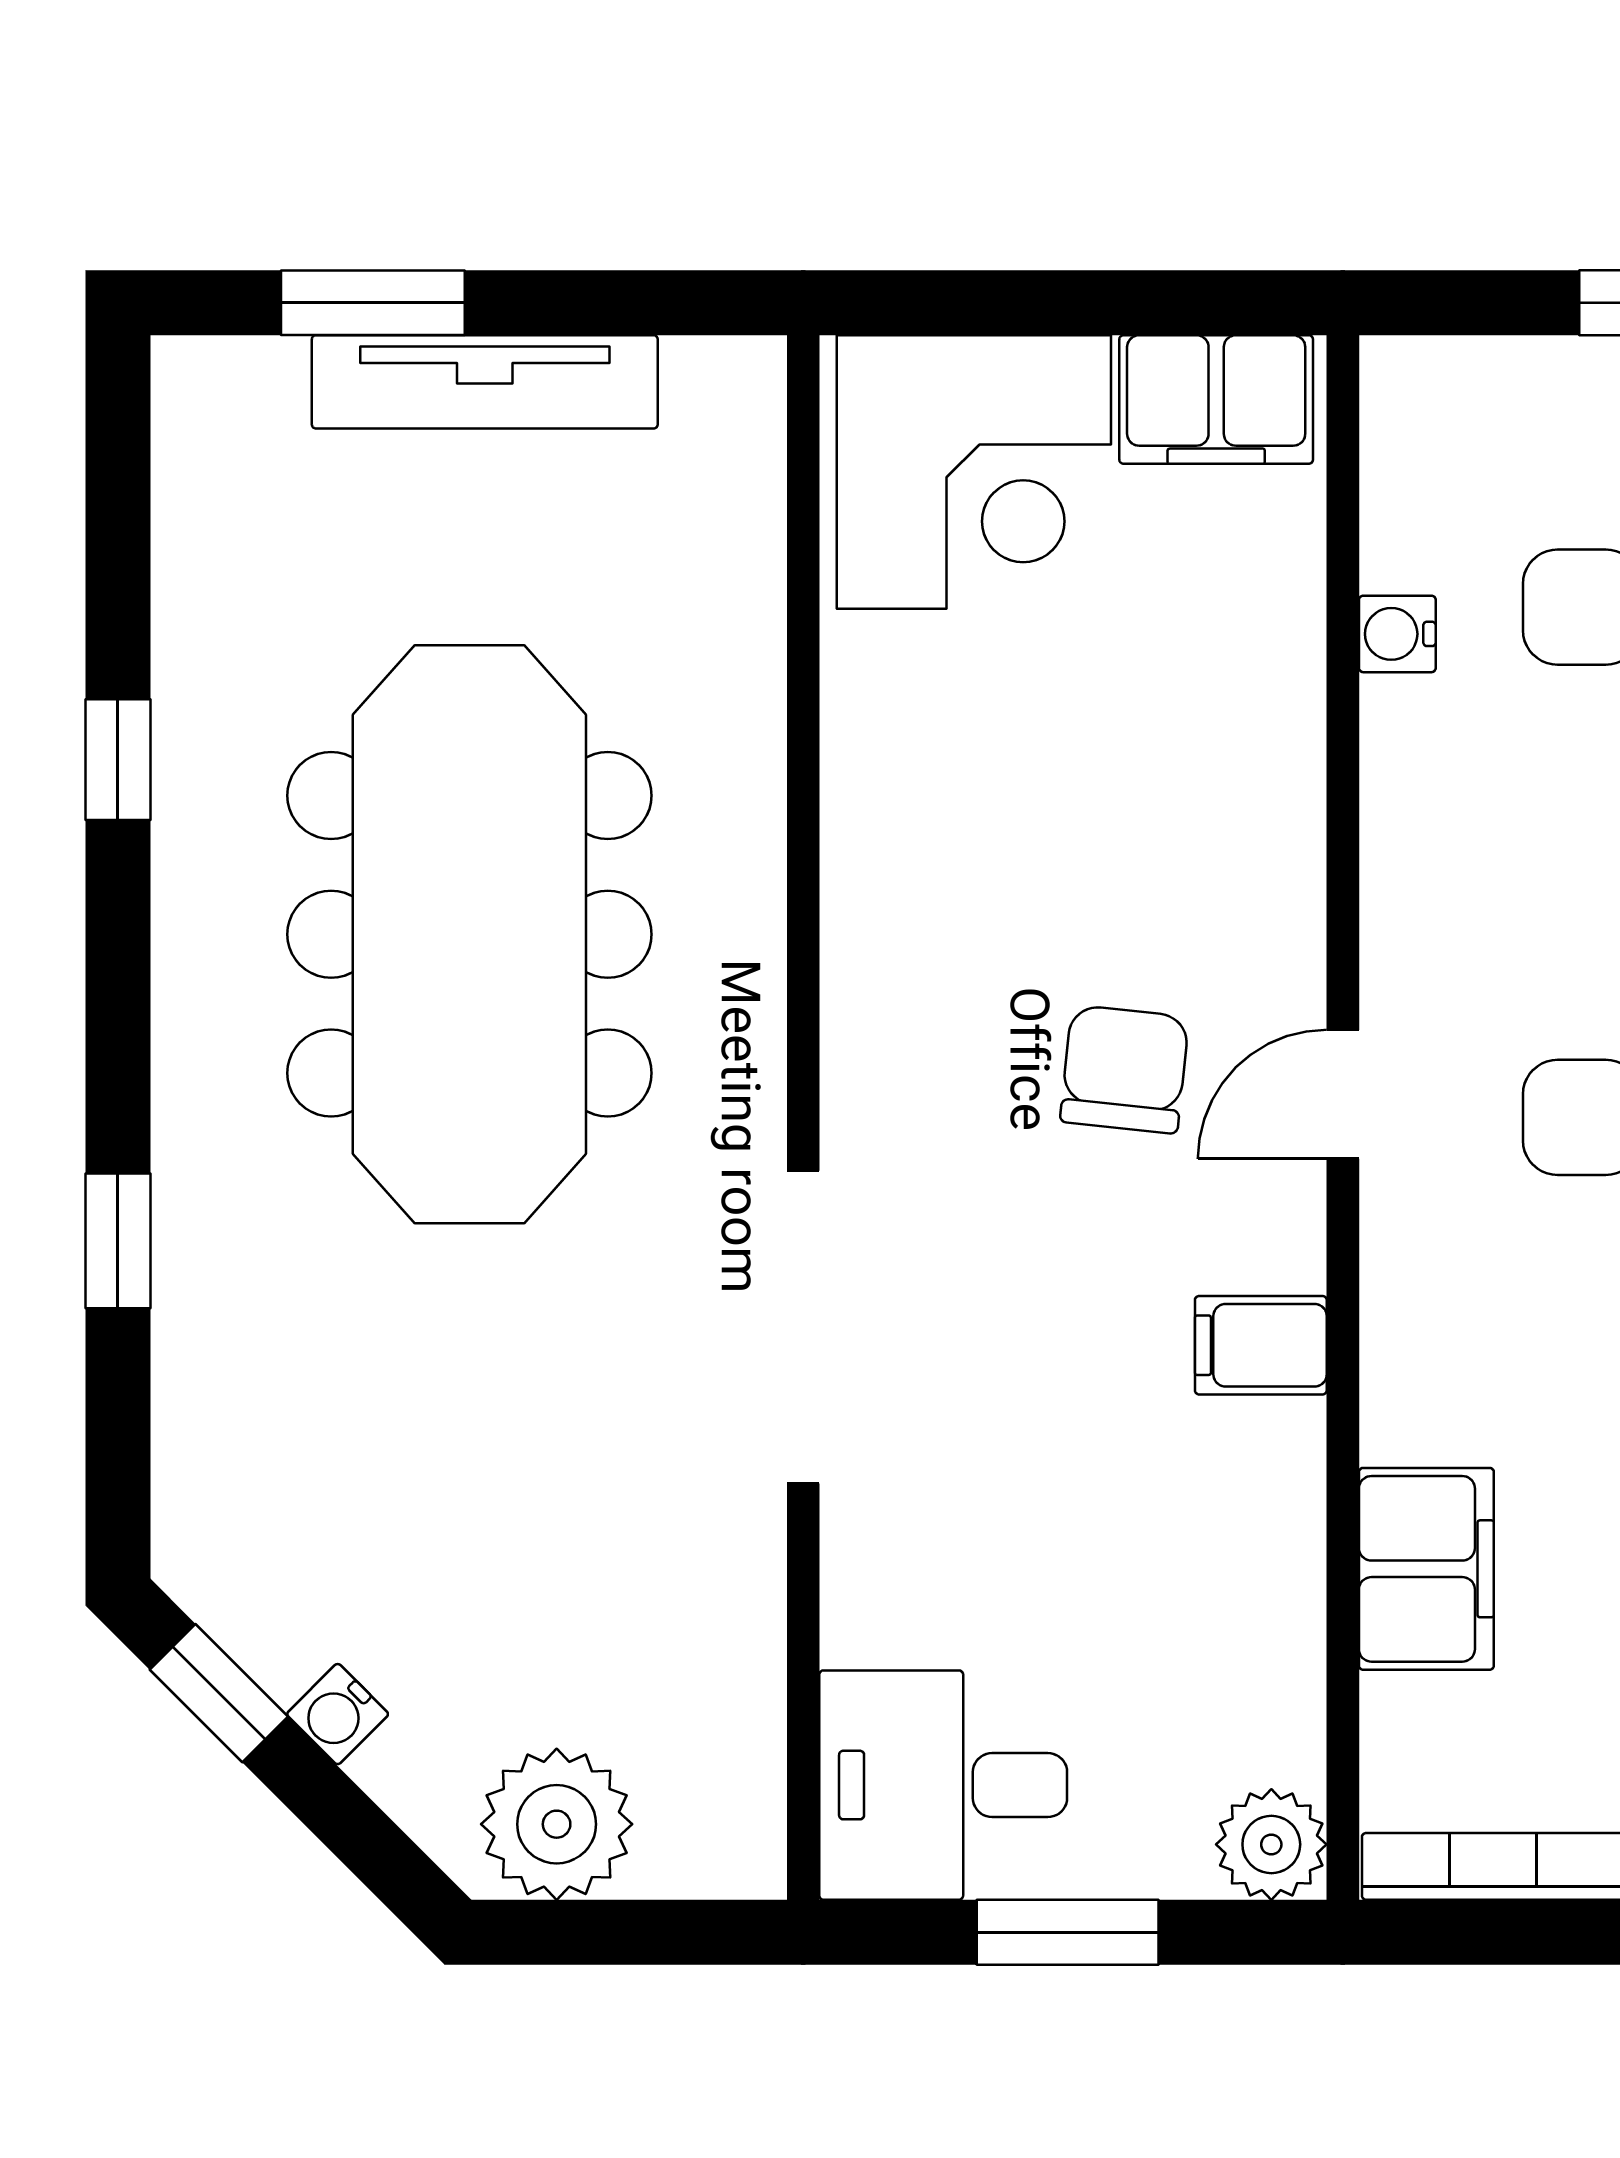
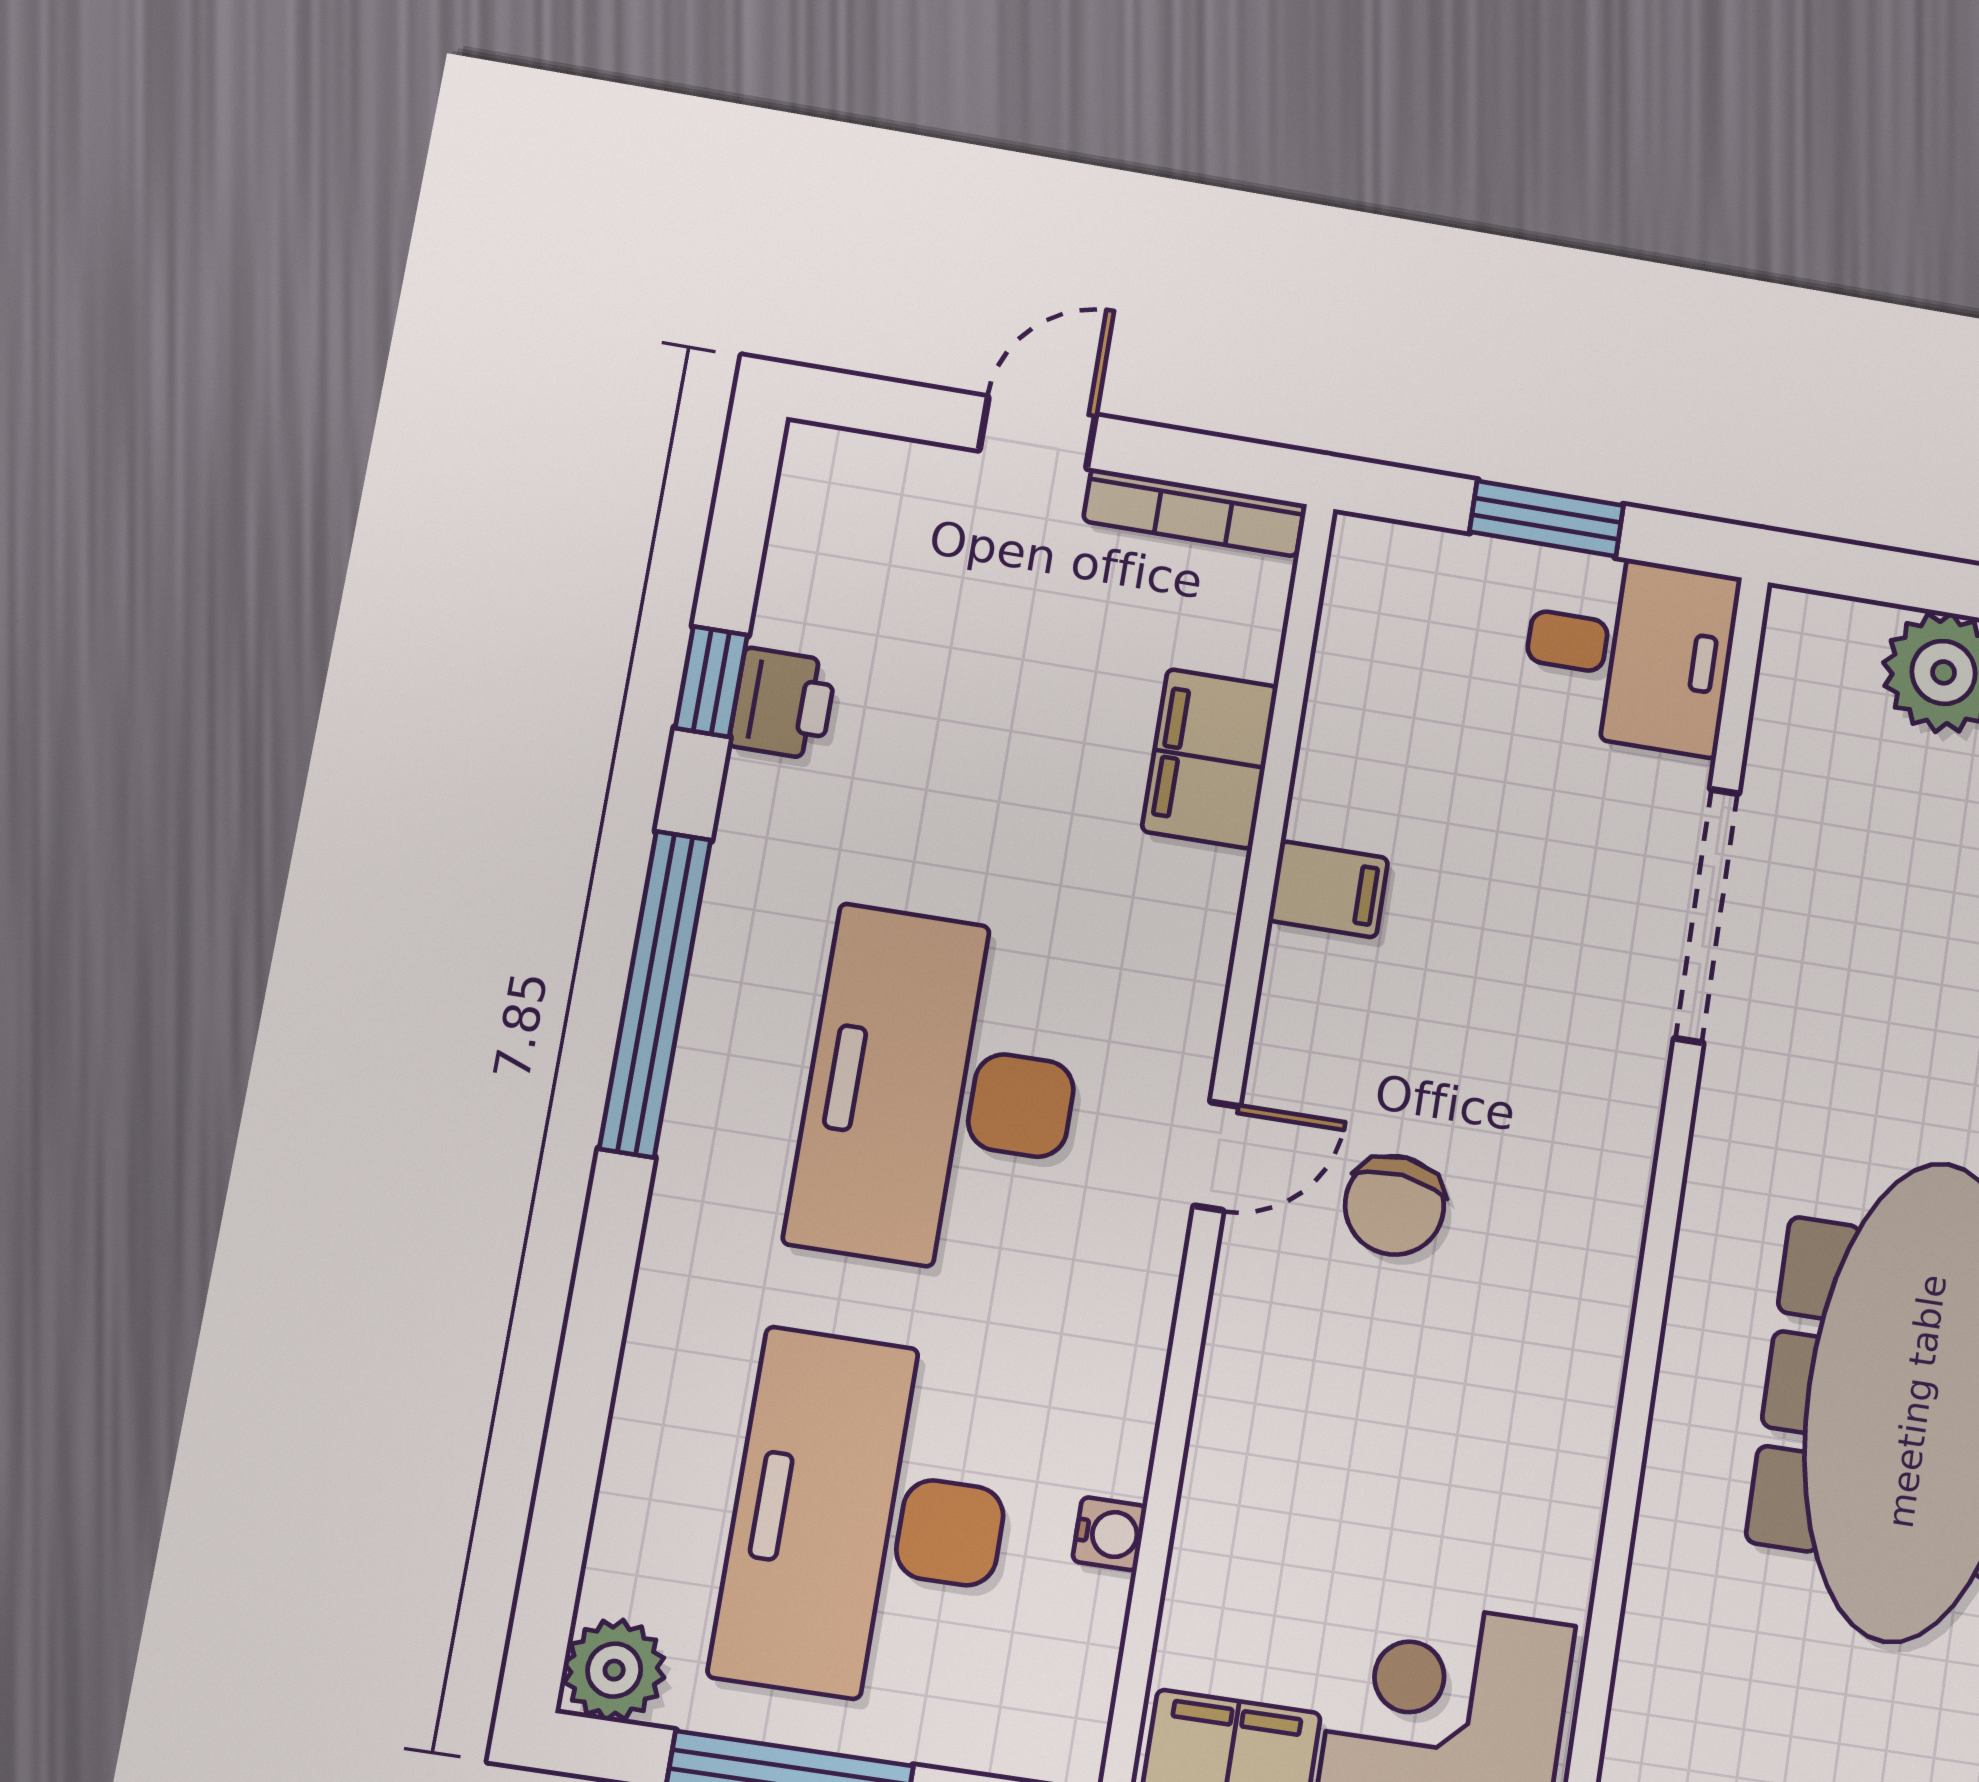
doorway: (803, 1327) -> (1707, 915), moved
filing cabinet: (1261, 1345) -> (1328, 889), moved
plant: (1271, 1844) -> (1371, 560), removed

